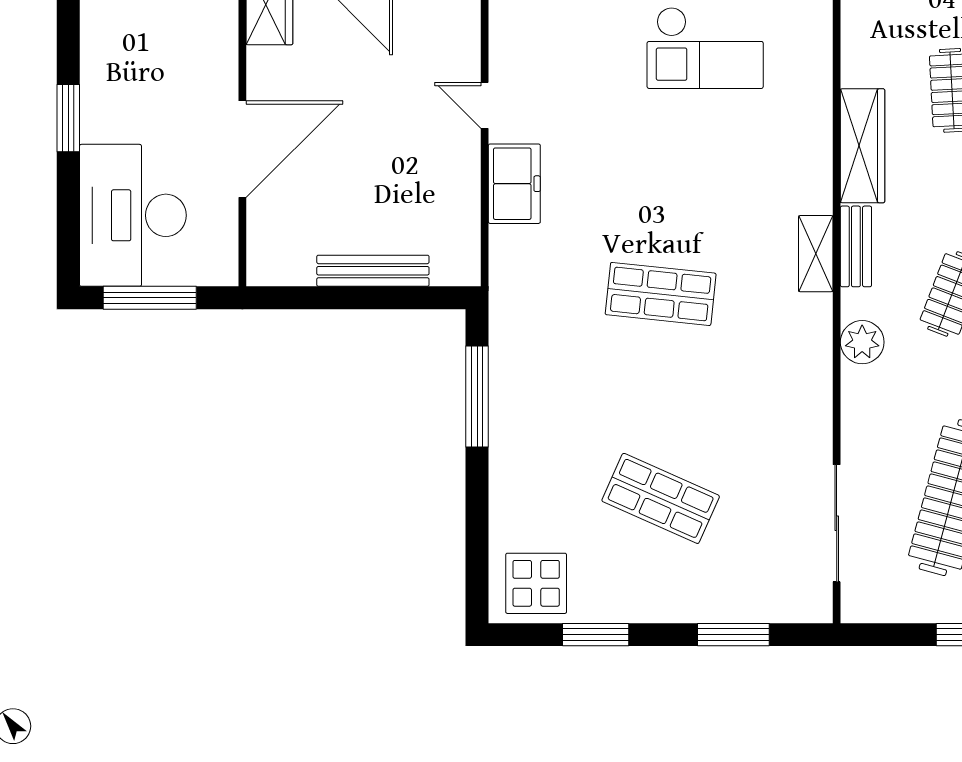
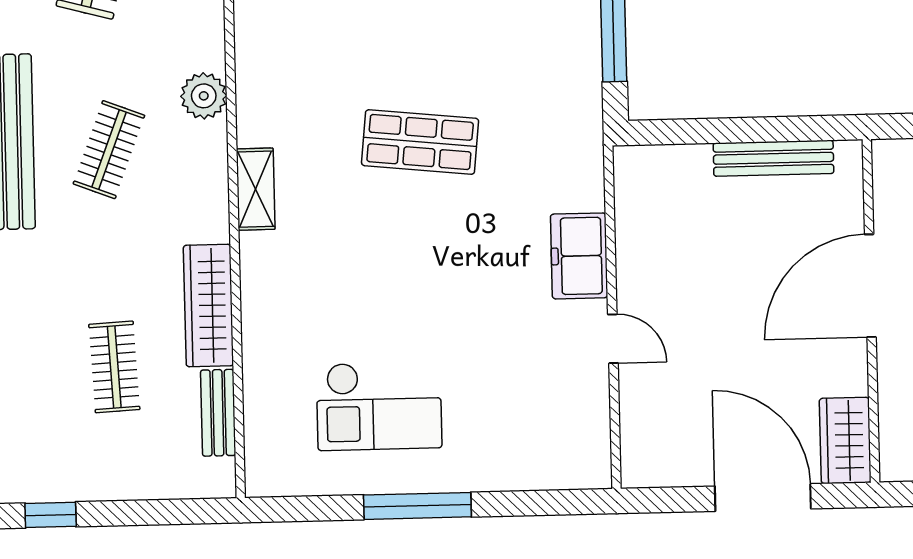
checkout: (705, 48) -> (379, 406), turned 180
bench: (856, 246) -> (218, 413), moved
bench: (373, 271) -> (773, 158), moved

